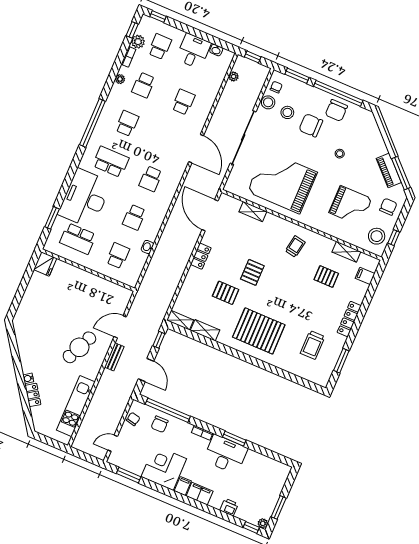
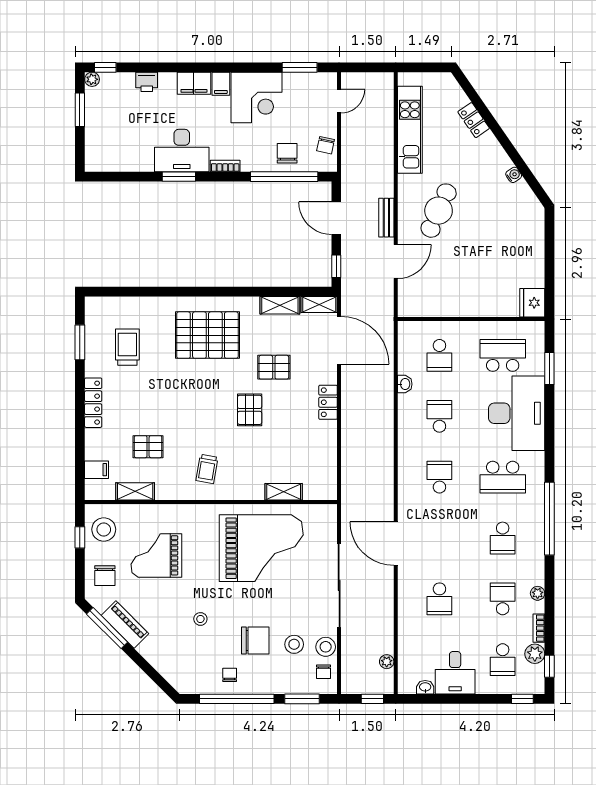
chair: (336, 110) -> (230, 675), width x0.54, depth x0.54
door: (210, 215) -> (339, 340), moved
water cooler: (28, 378) -> (514, 175), moved

